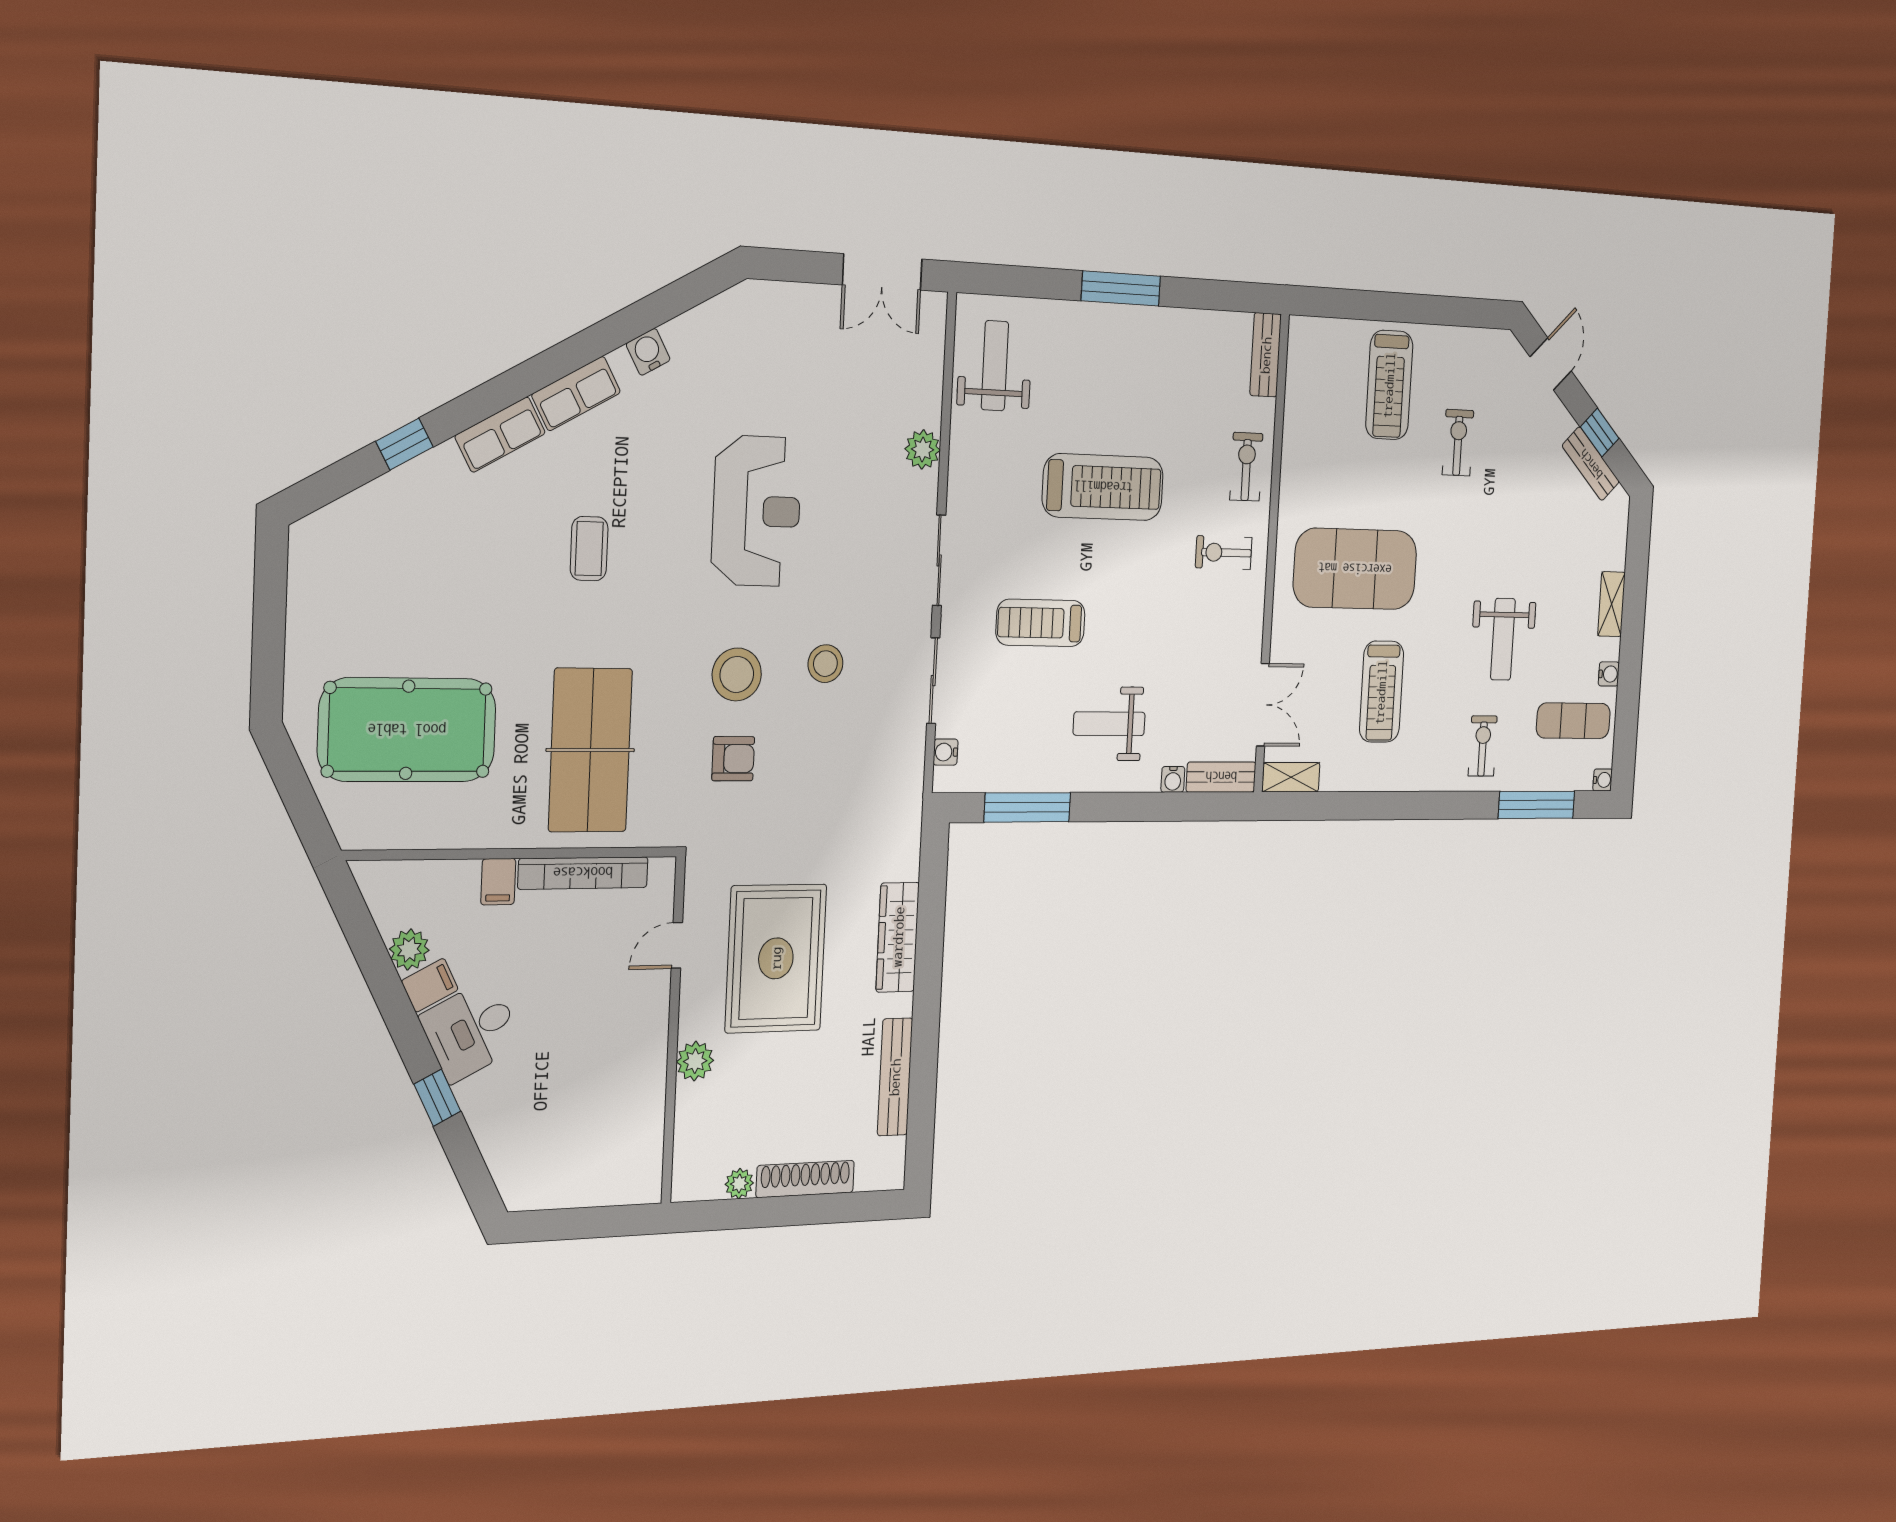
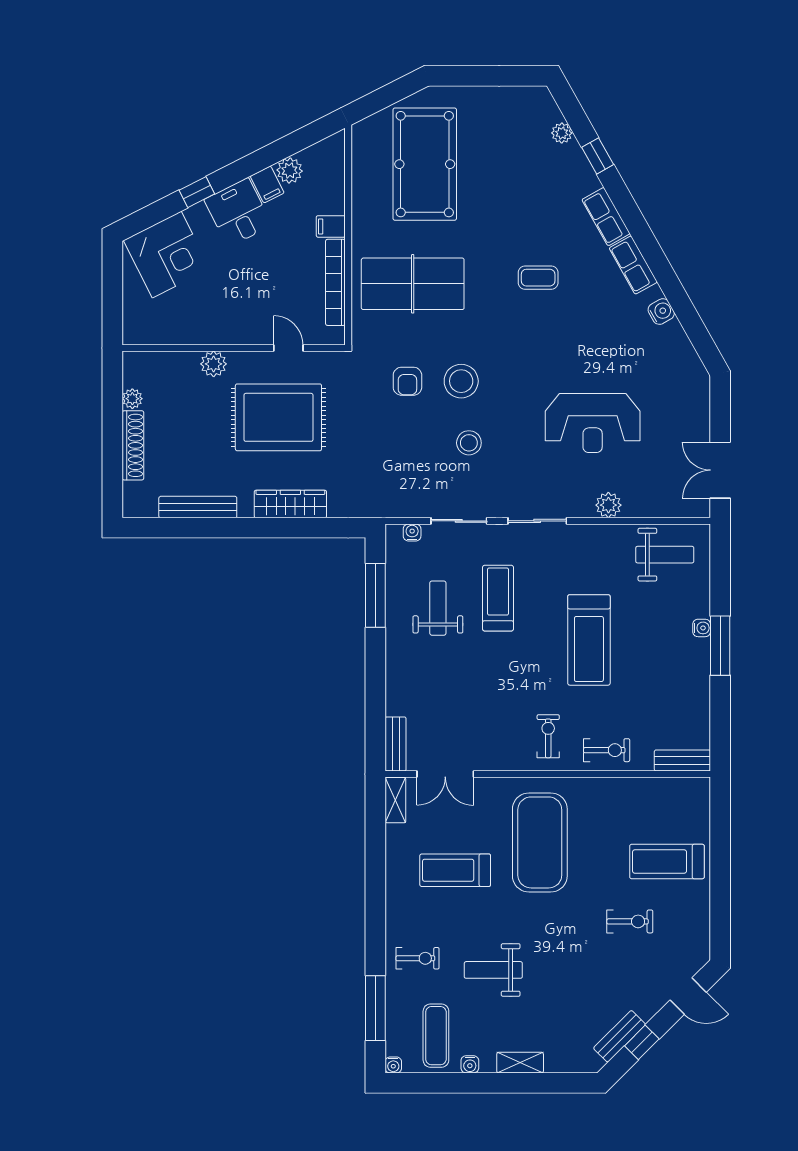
plant: (366, 503) -> (562, 133), added
reception desk: (756, 511) -> (593, 423), moved
weight bench: (1109, 724) -> (438, 608), moved
water cooler: (1173, 779) -> (702, 628), moved, turned 180
corner desk: (531, 1141) -> (167, 255), added

